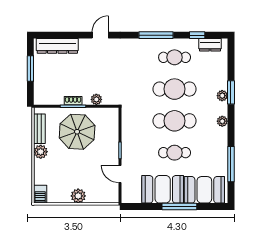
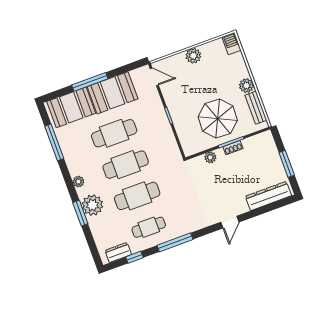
plant: (222, 96) -> (92, 205), width x1.87, depth x1.87
cafe table: (175, 153) -> (114, 133), width x1.37, depth x1.35
door: (120, 174) -> (154, 77), moved

